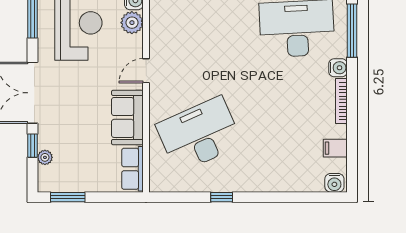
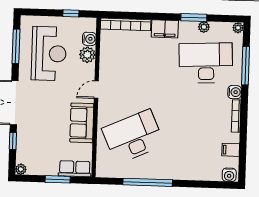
plant: (45, 157) -> (21, 169), moved
row of seats: (132, 169) -> (75, 169), moved, turned 90
window: (68, 197) -> (58, 179), moved
window: (222, 197) -> (148, 182), width x3.17

